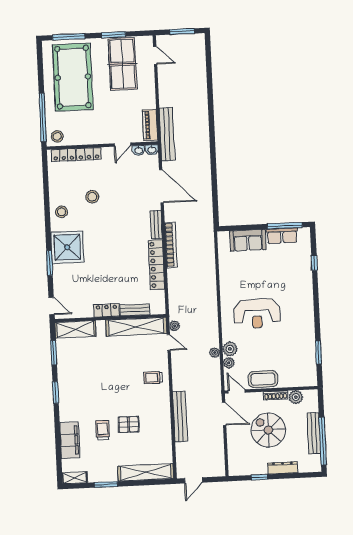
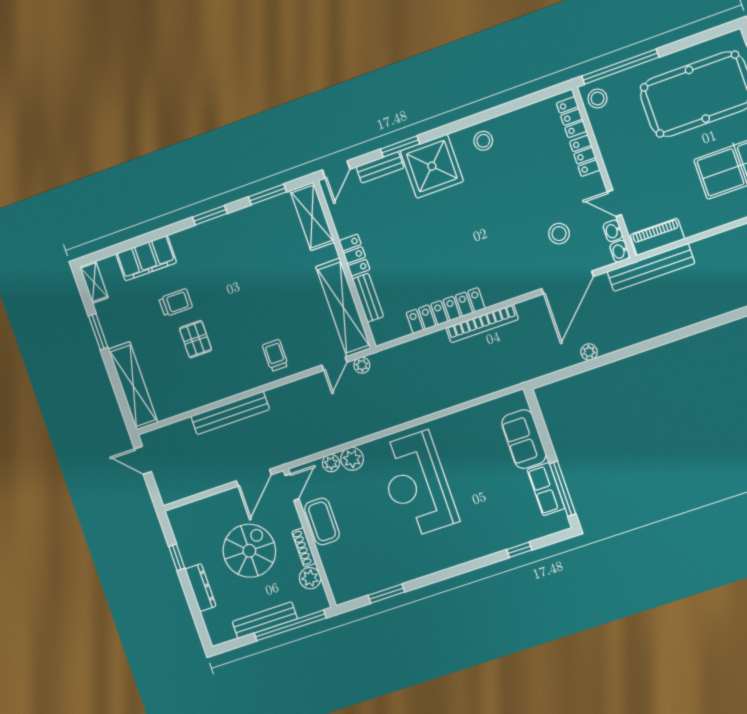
stool: (92, 197) -> (559, 234), moved
bench: (156, 225) -> (380, 167), moved
reception desk: (257, 314) -> (417, 485), width x1.36, depth x1.30
plant: (215, 353) -> (589, 352), moved
window: (323, 441) -> (290, 625), moved

